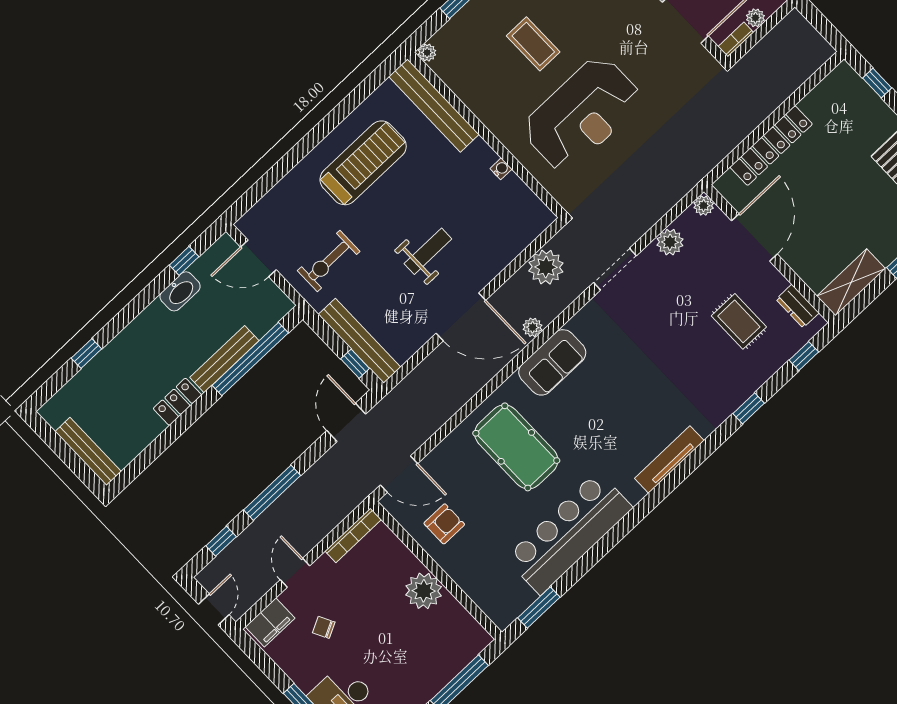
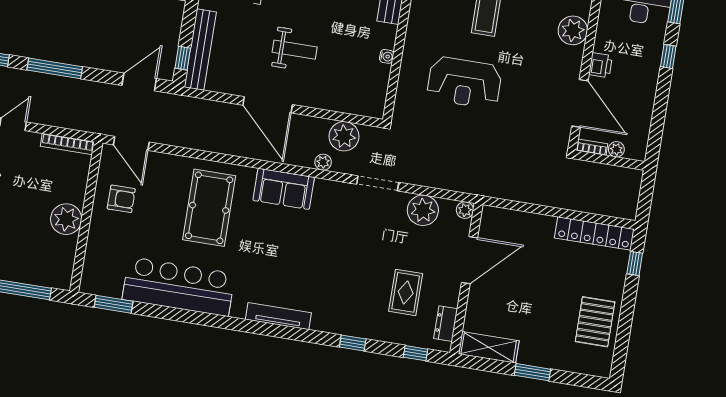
reception desk: (582, 114) -> (464, 83), width x0.74, depth x0.77
locker: (771, 146) -> (594, 234), moved
plant: (670, 242) -> (423, 210), width x1.36, depth x1.36
plant: (533, 327) -> (323, 162), moved

